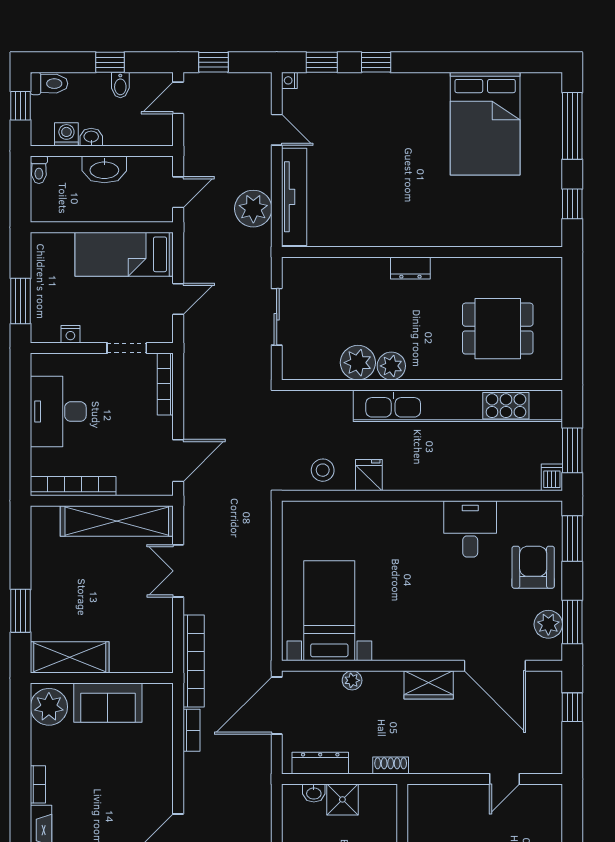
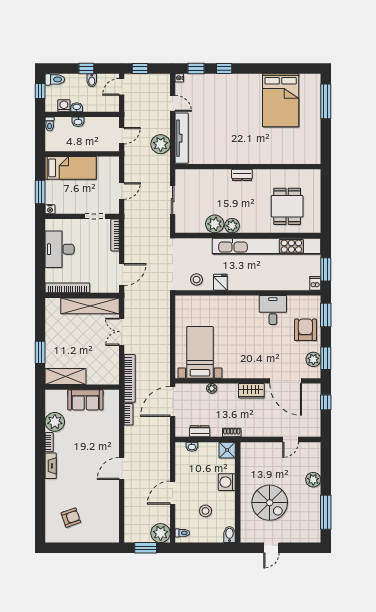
washbasin: (104, 169) -> (78, 122), width x0.52, depth x0.69
window: (572, 204) -> (326, 142), removed
bed: (124, 254) -> (71, 168), moved, turned 180
dining table: (498, 329) -> (287, 206), turned 90
nightstand: (70, 334) -> (50, 209), moved
plant: (49, 707) -> (55, 422), moved
dresser: (320, 763) -> (200, 431), width x0.70
shower: (342, 799) -> (227, 450), moved

